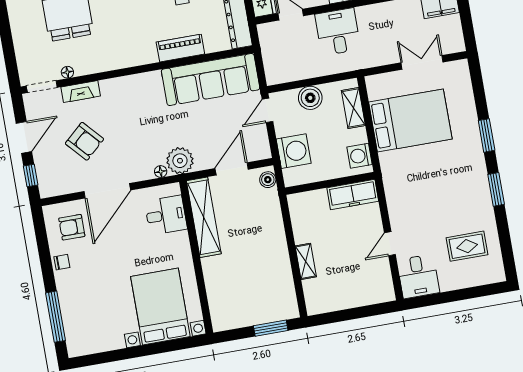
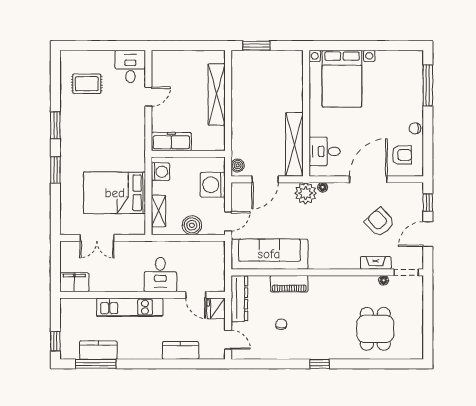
shelving: (306, 261) -> (217, 94), width x2.20, depth x1.33

